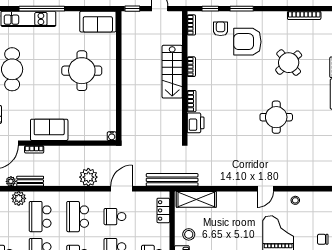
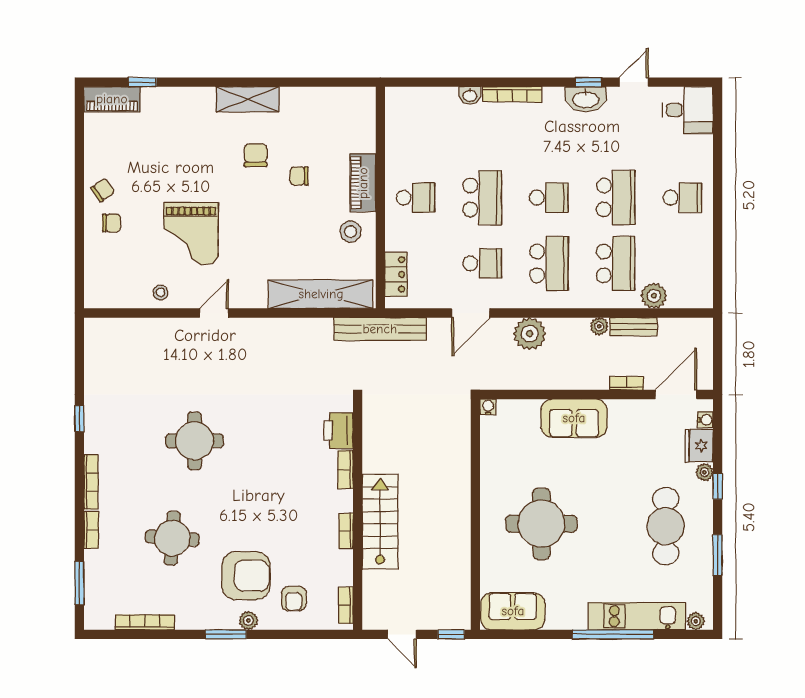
window: (210, 9) -> (312, 634), removed
window: (242, 9) -> (226, 634), moved
plant: (246, 16) -> (248, 621), added
round table: (289, 63) -> (172, 538), turned 45
sofa: (49, 130) -> (574, 418), moved
plant: (11, 181) -> (599, 326), moved
shelving: (196, 199) -> (321, 294), width x1.47

